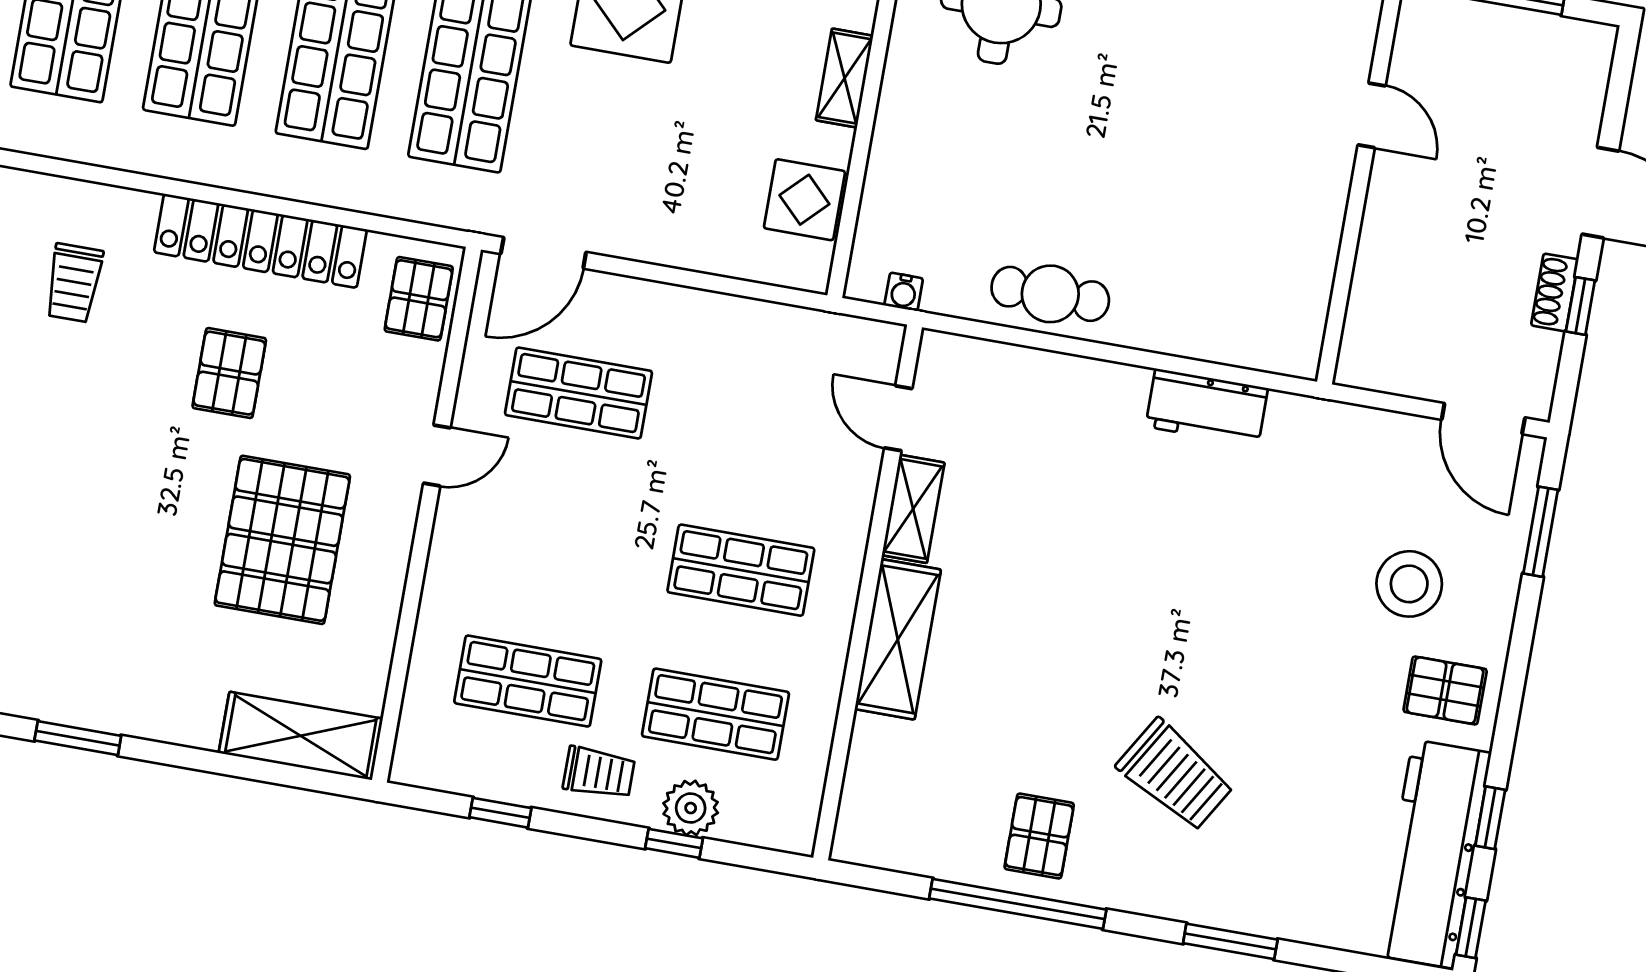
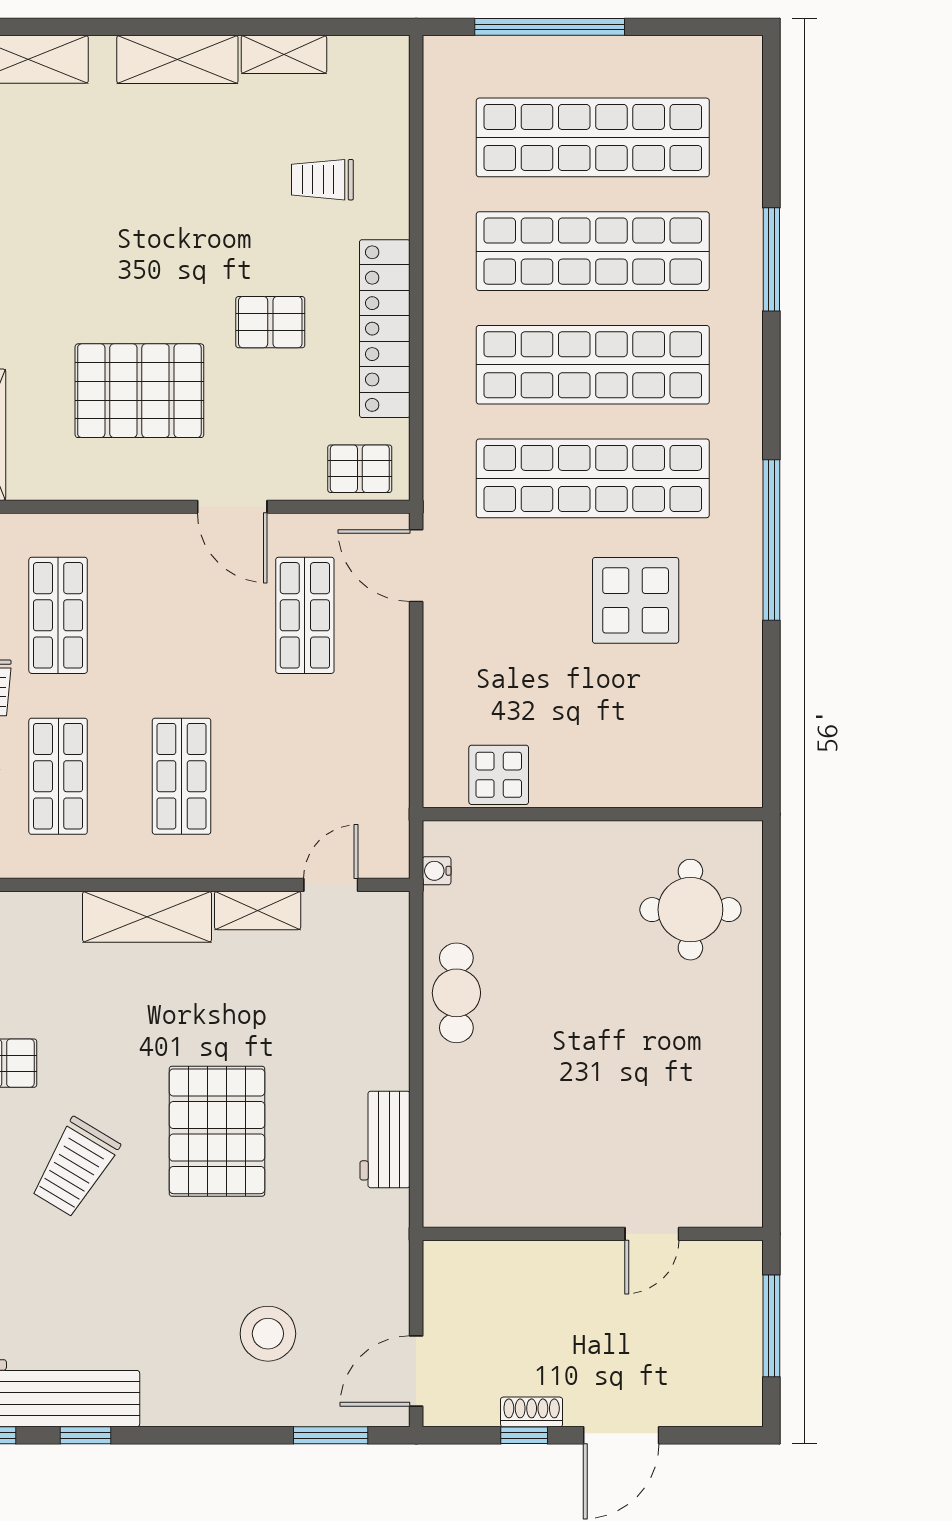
shelving: (845, 78) -> (606, 790), removed
door: (437, 455) -> (232, 507), width x1.38
pallet: (1445, 690) -> (217, 1131), moved, width x2.05, depth x2.00

